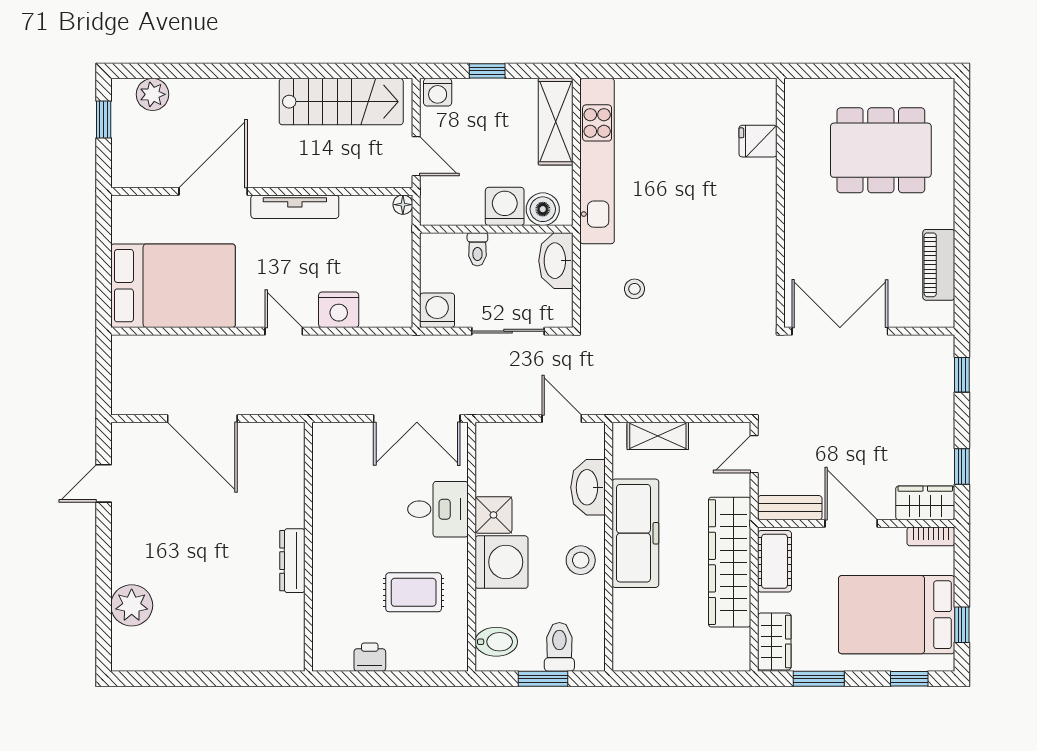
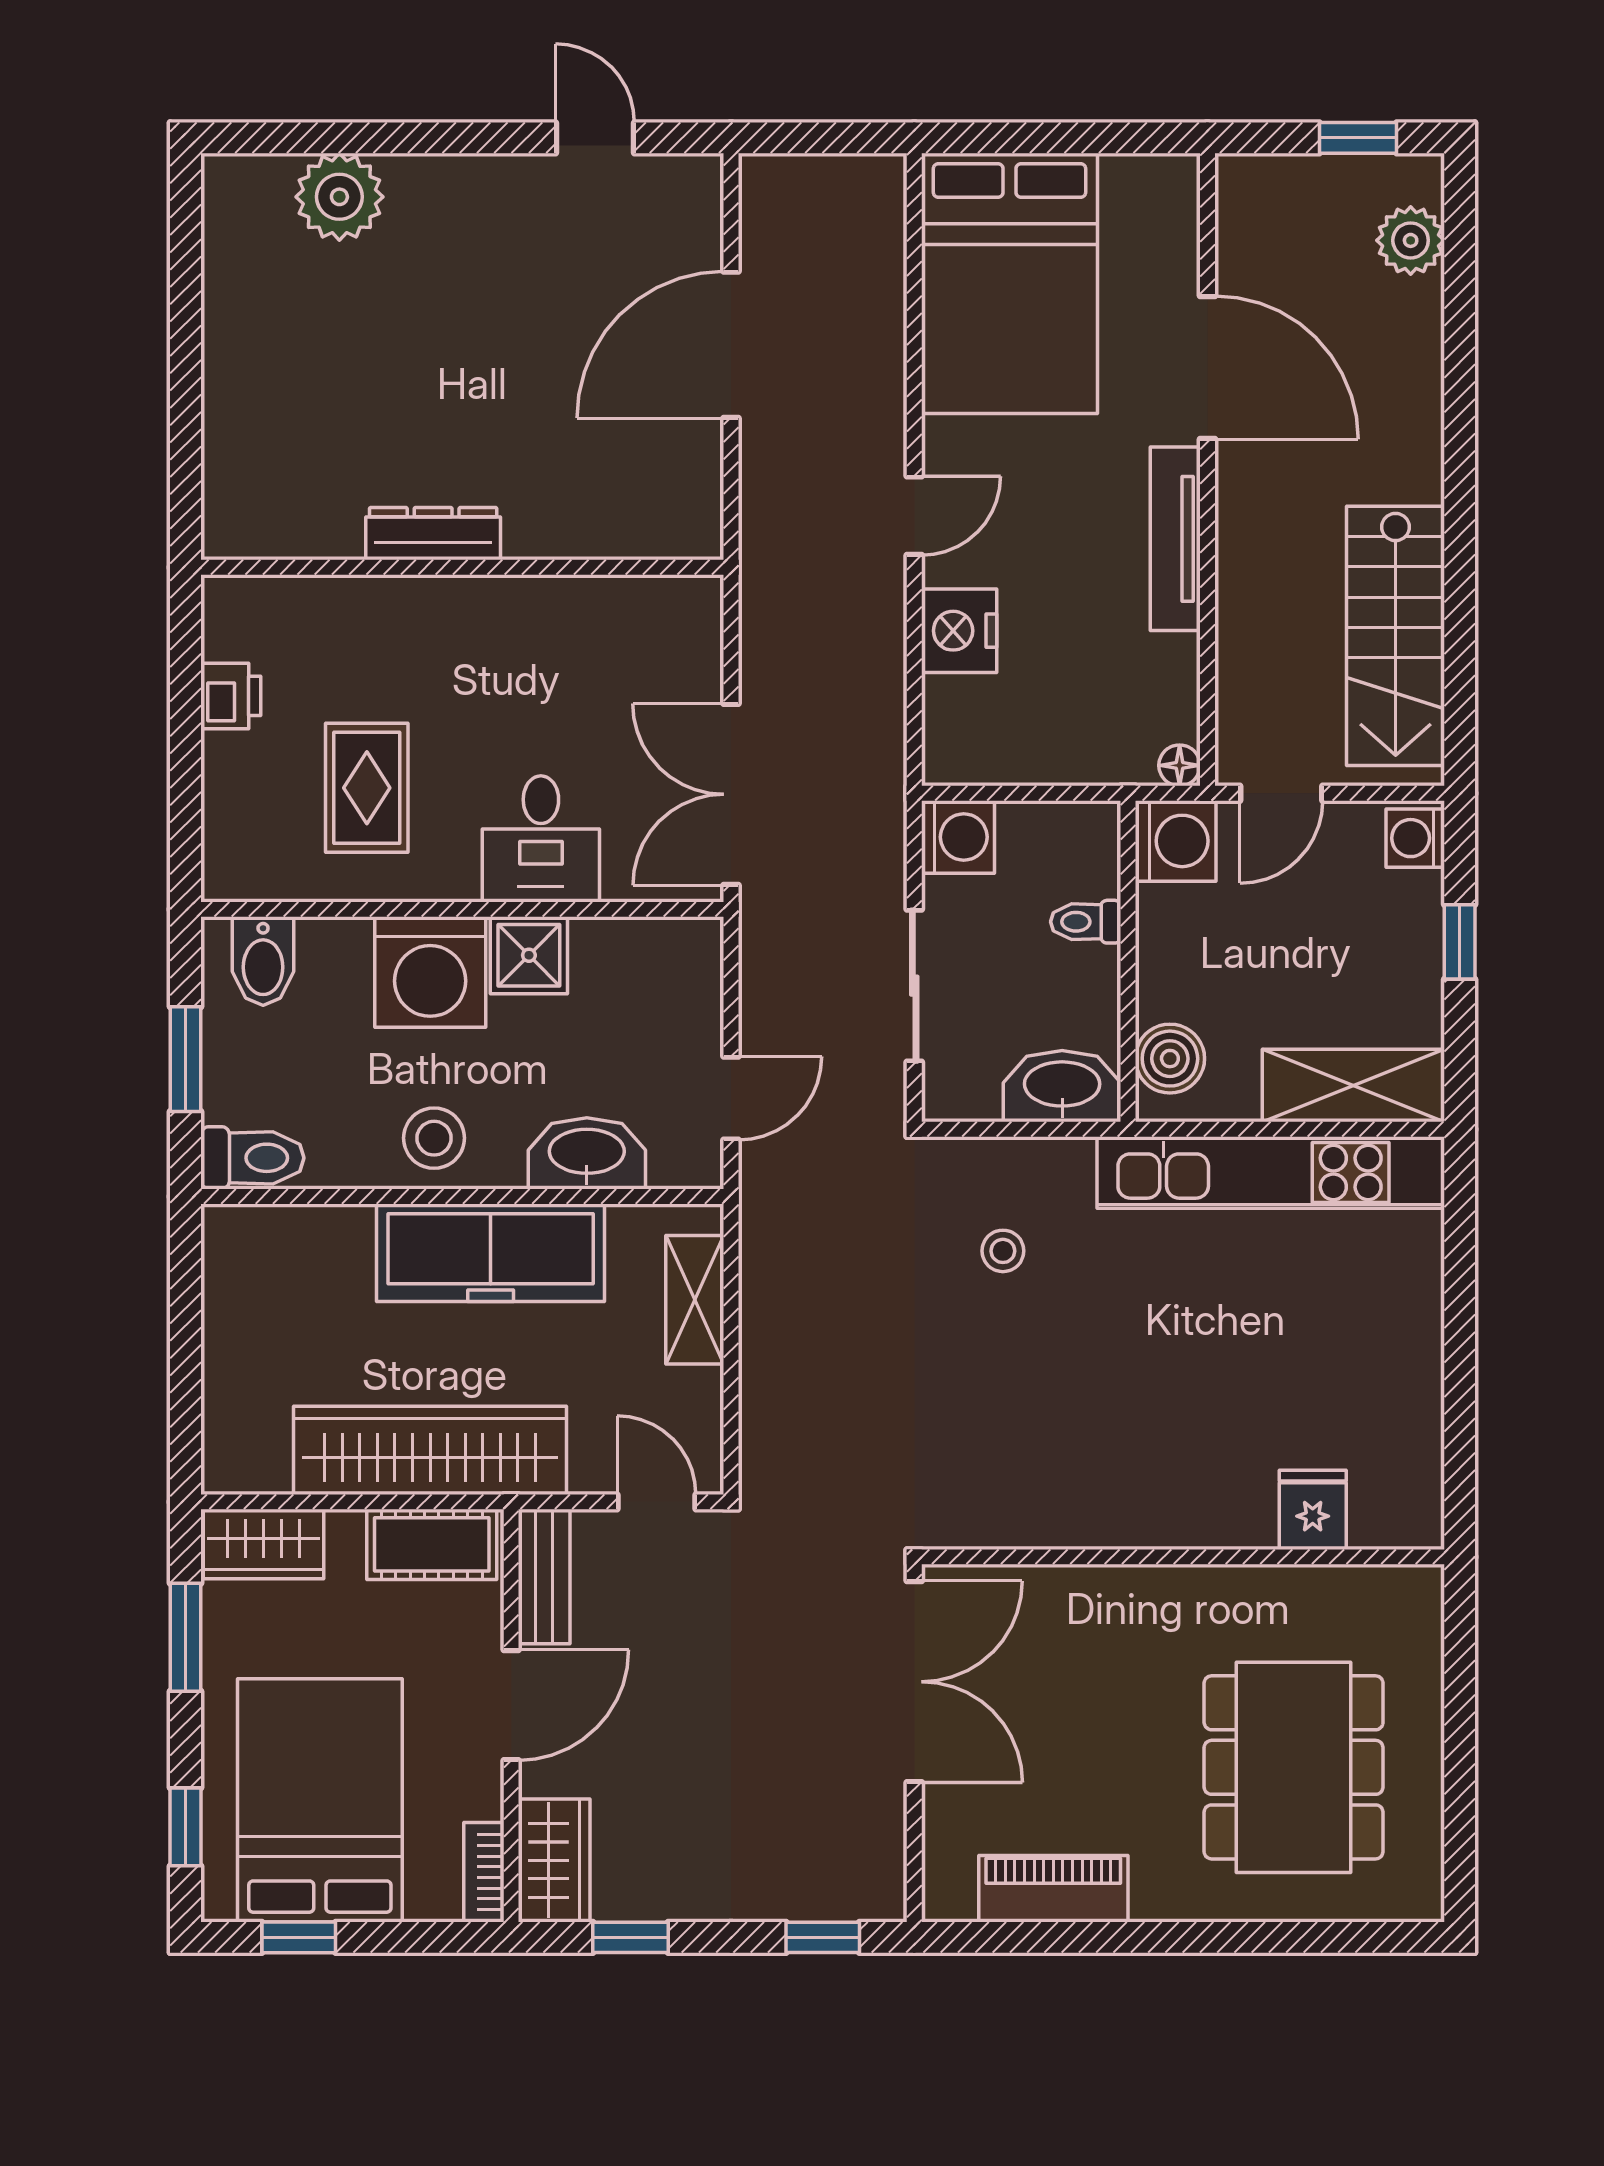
washing machine: (505, 206) -> (1176, 841), moved
toilet: (559, 647) -> (252, 1158), moved

